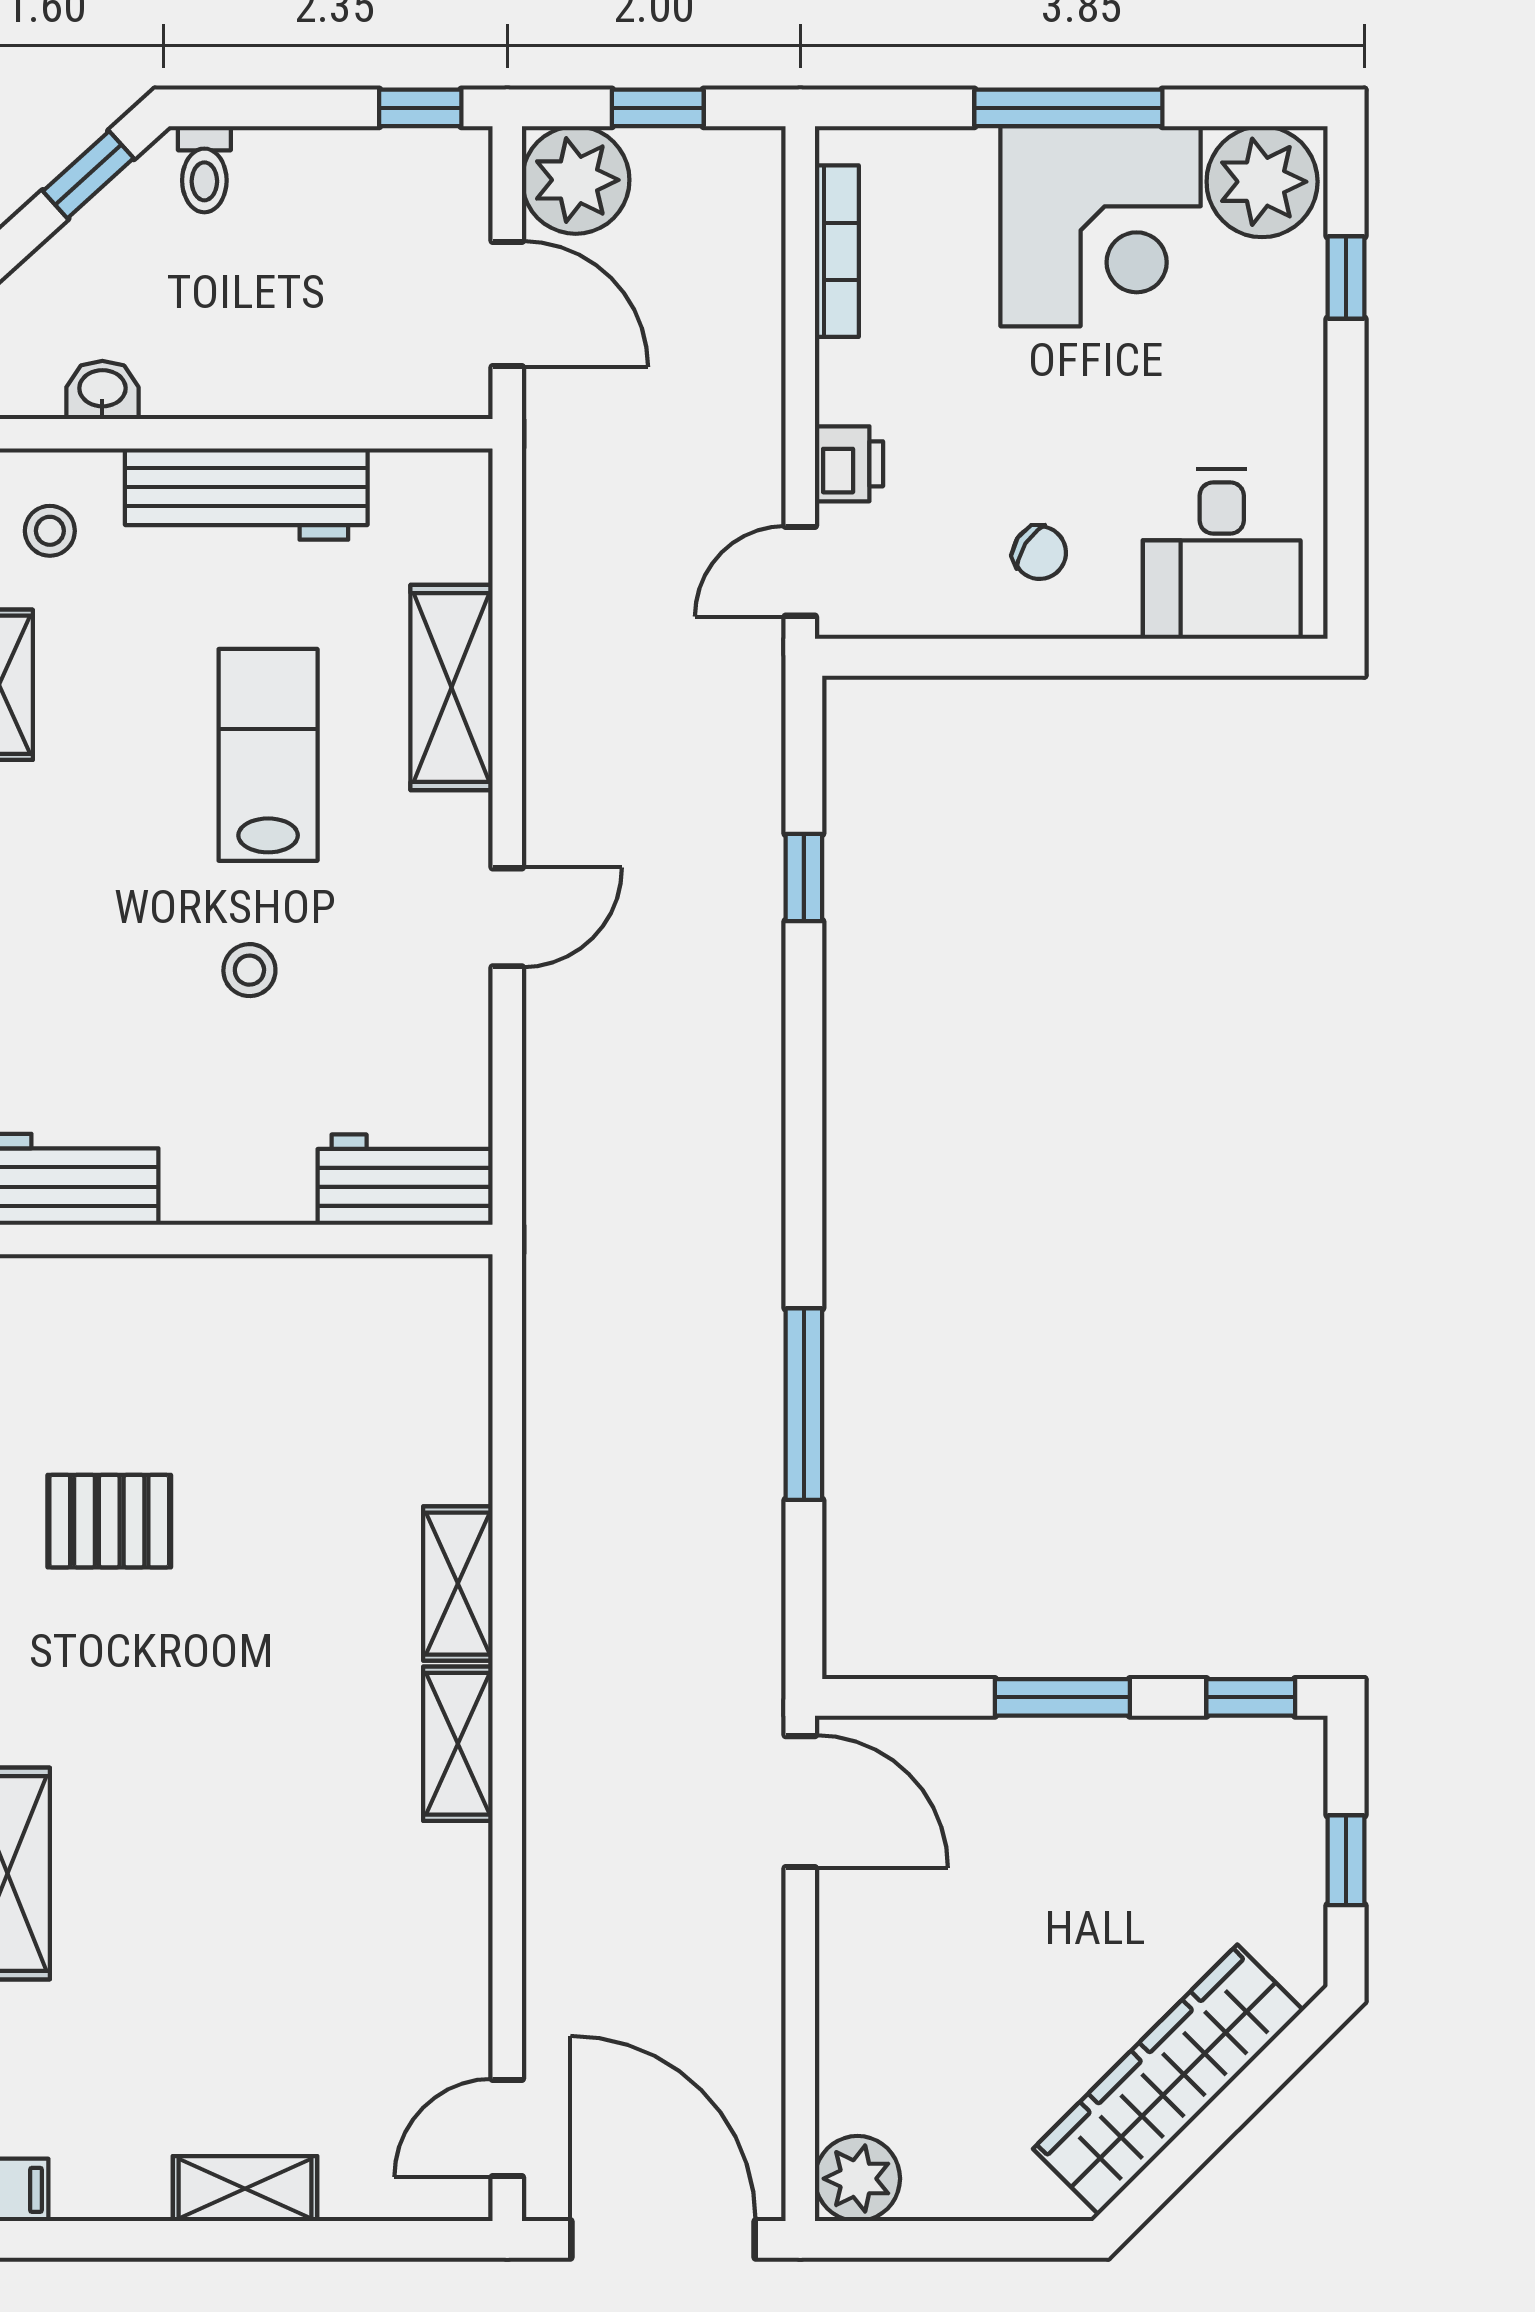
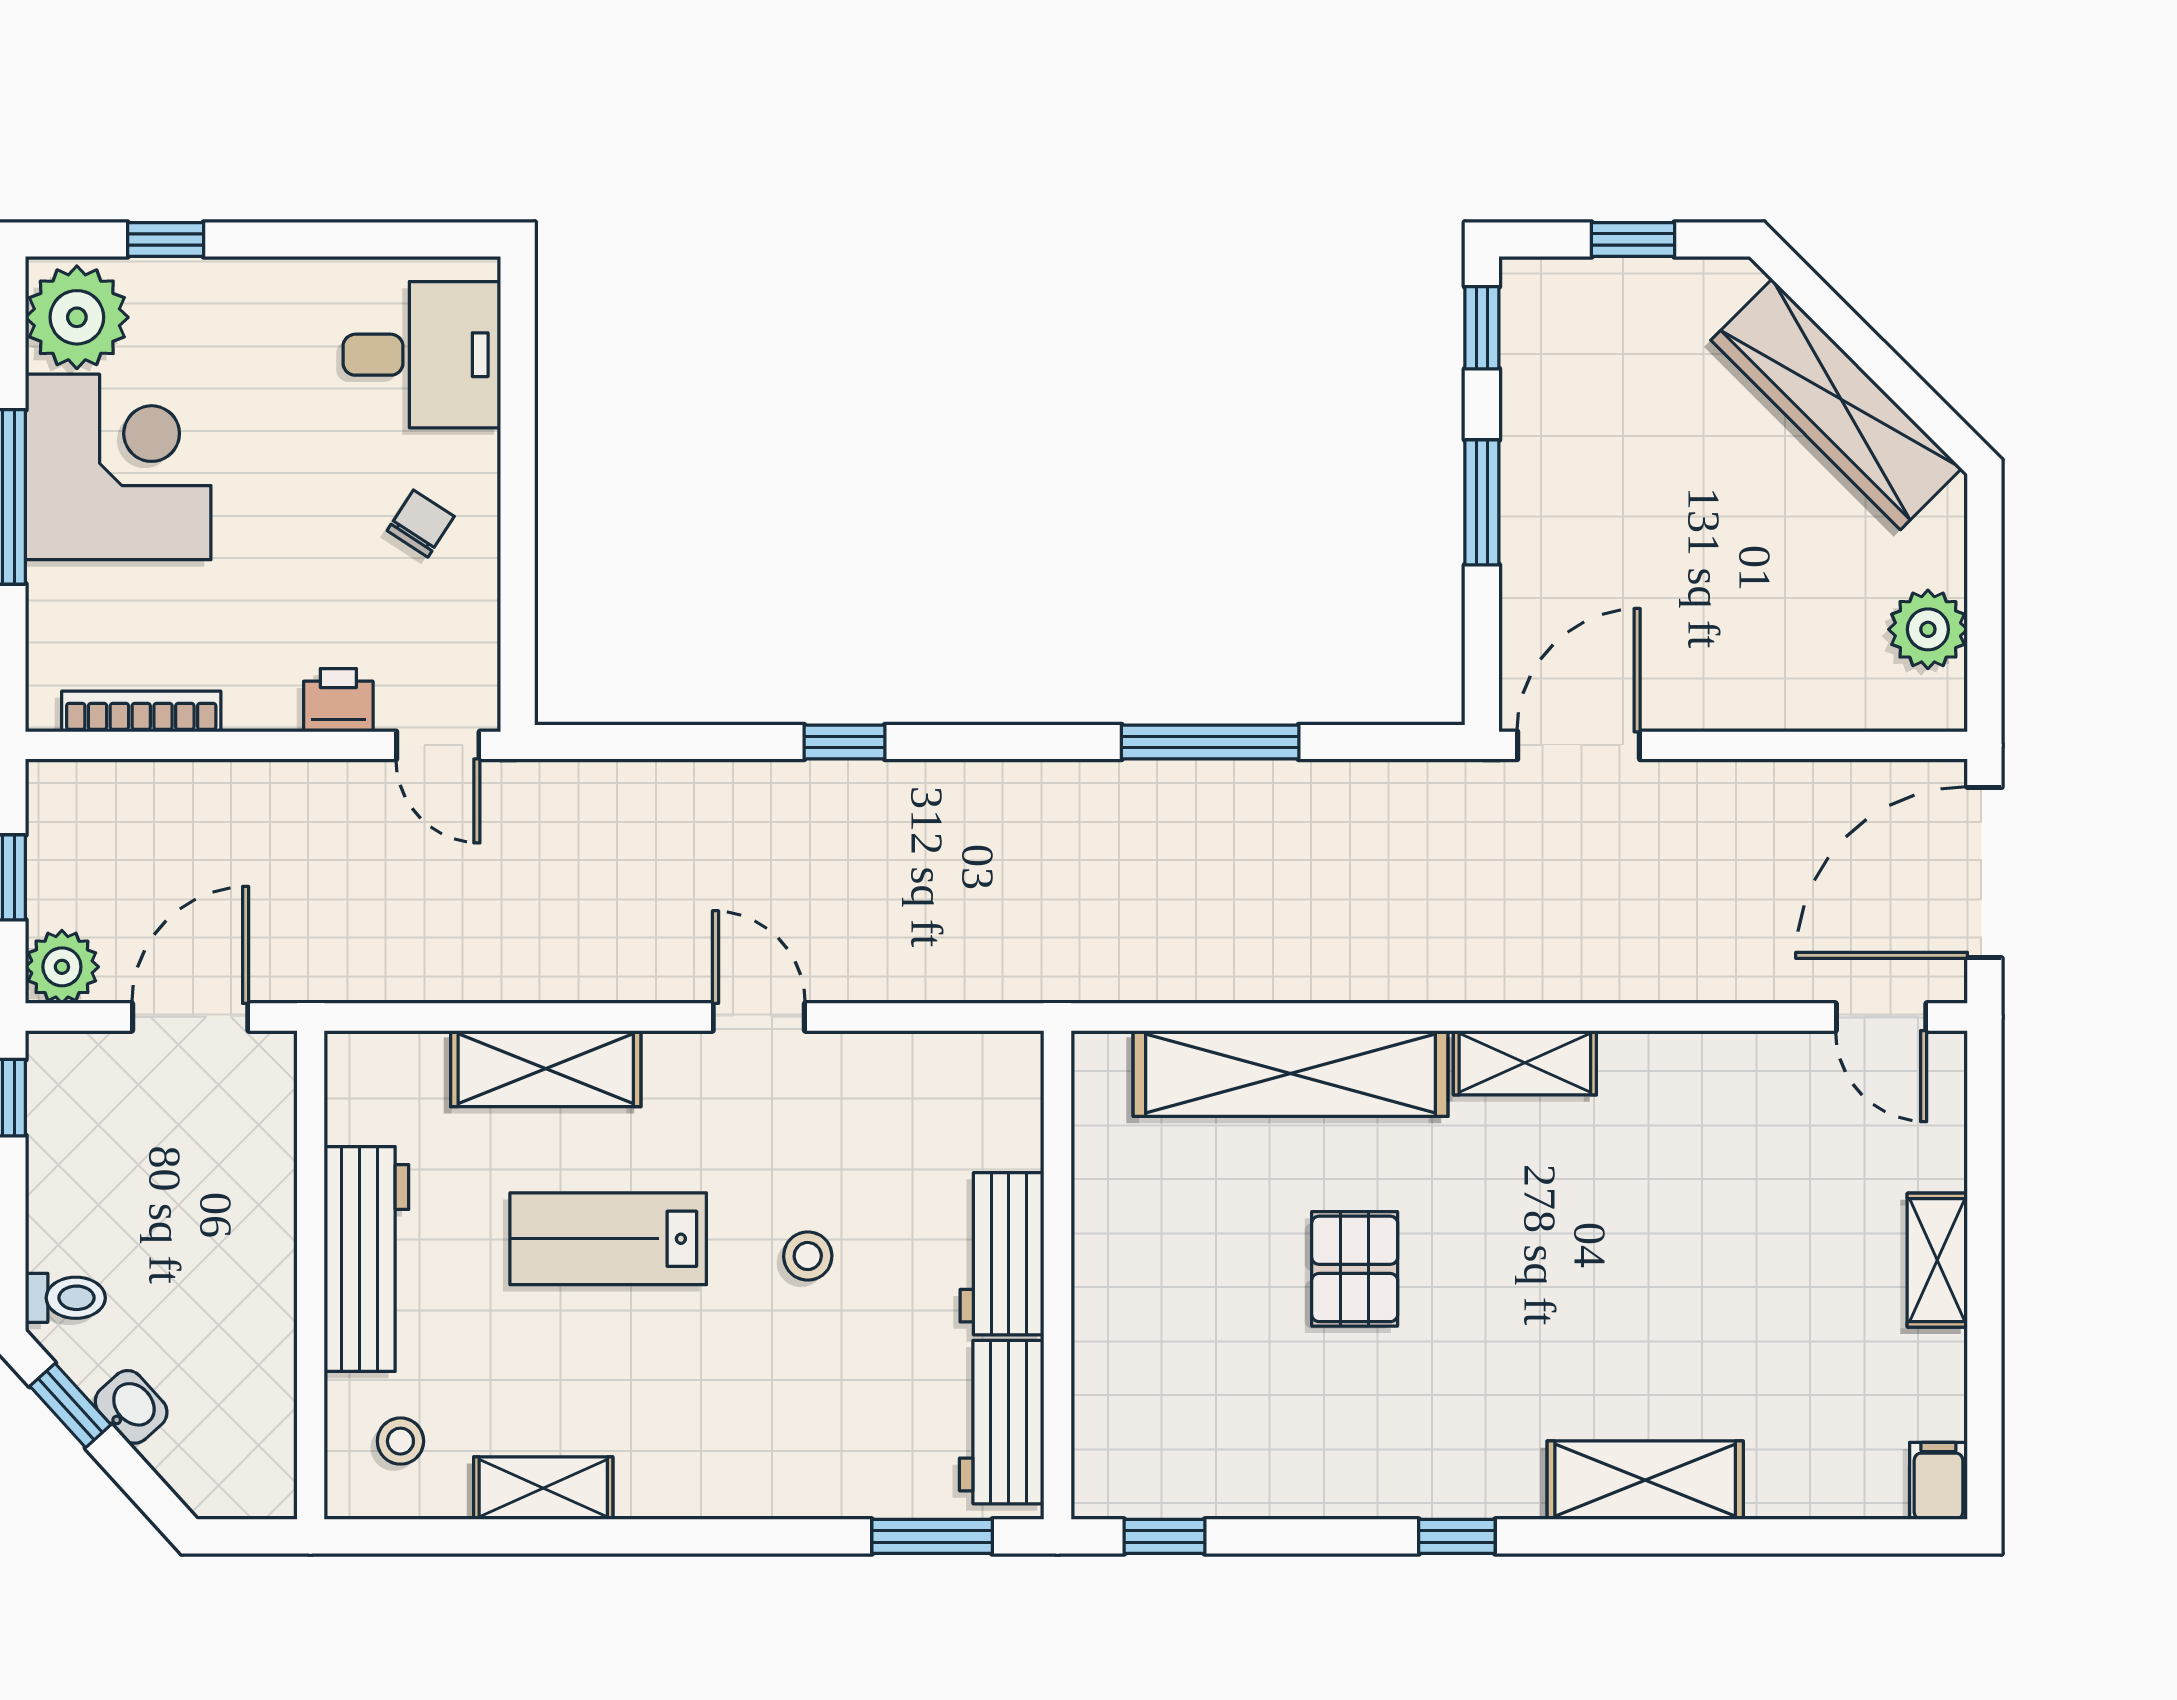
plant: (576, 180) -> (62, 967), width x0.73, depth x0.73
washbasin: (102, 390) -> (131, 1407), moved, turned 138
window: (804, 878) -> (845, 742), moved
workbench: (405, 1180) -> (1002, 1254), moved
pallet: (109, 1521) -> (1355, 1269), moved
shelving: (458, 1584) -> (1291, 1073), width x2.20, depth x1.33
plant: (857, 2179) -> (1928, 629), moved

